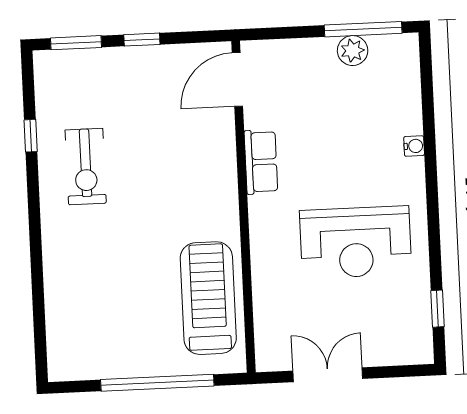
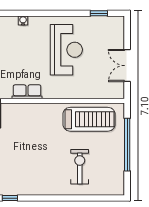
exercise bike: (86, 167) -> (80, 167), moved, turned -90
treadmill: (208, 298) -> (89, 119), turned 180

